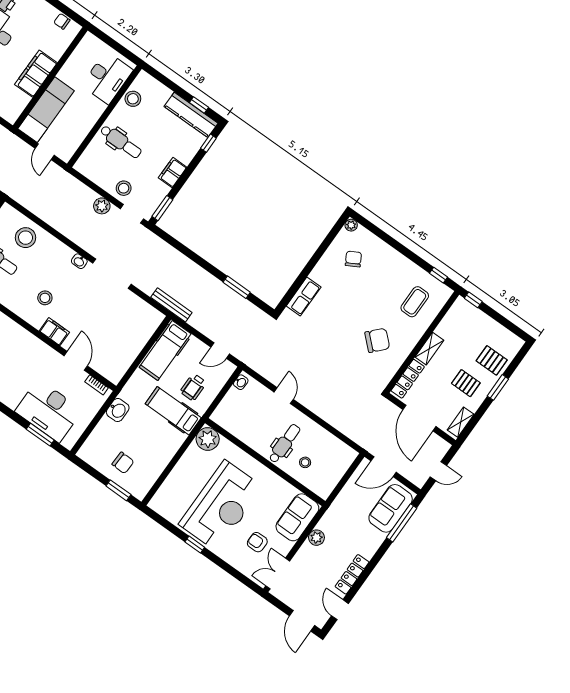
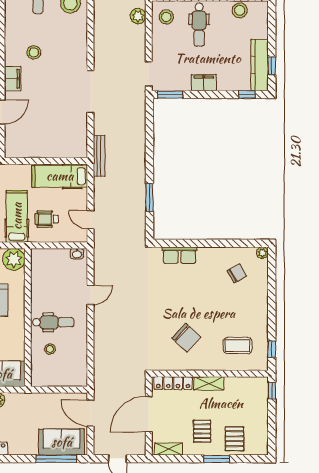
stool: (124, 188) -> (166, 17), moved
plant: (102, 206) -> (138, 16), moved
washbasin: (79, 261) -> (82, 59), removed

